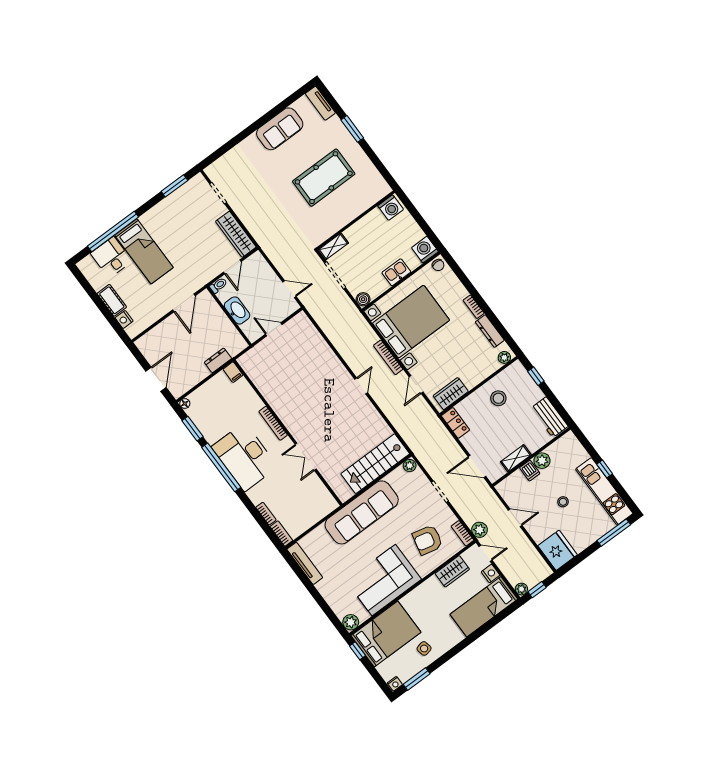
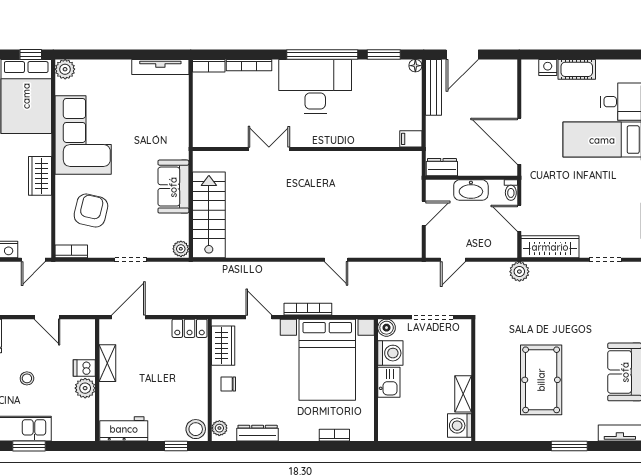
shelving: (333, 247) -> (463, 394), moved
washing machine: (425, 250) -> (390, 353), moved
chair: (438, 265) -> (228, 384), moved
door: (184, 303) -> (519, 141), width x1.36
bookcase: (474, 307) -> (334, 435), moved
dresser: (218, 360) -> (442, 167), moved, turned -90
door: (156, 379) -> (462, 54), hinge flipped
bench: (190, 382) -> (433, 87), added
door: (361, 386) -> (336, 260), moved
stool: (498, 398) -> (196, 429), moved
bookcase: (273, 423) -> (328, 141), removed
window: (605, 469) -> (29, 446), width x1.50
sofa: (362, 512) -> (173, 187), width x0.54, depth x0.79
bookcase: (266, 514) -> (249, 65), width x1.56
door: (515, 518) -> (47, 317), hinge flipped
plant: (479, 530) -> (519, 272), moved
wardrobe: (452, 571) -> (40, 176), moved

